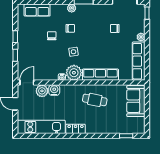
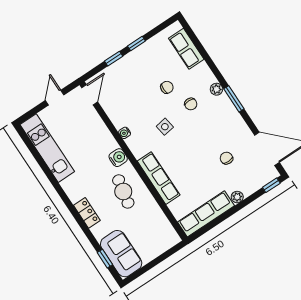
plant: (74, 73) -> (140, 144), removed
door: (27, 83) -> (90, 95), hinge flipped
water cooler: (54, 90) -> (118, 158), moved
plant: (42, 91) -> (92, 120), removed
sofa: (136, 101) -> (121, 254), moved, turned 90
locker: (75, 129) -> (87, 213), moved

